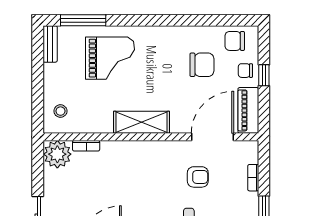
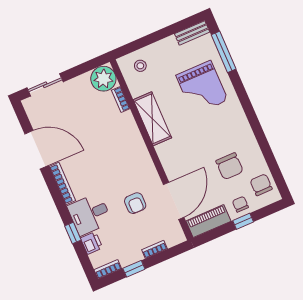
shelving: (142, 122) -> (152, 119), moved
door: (213, 137) -> (174, 201), hinge flipped

